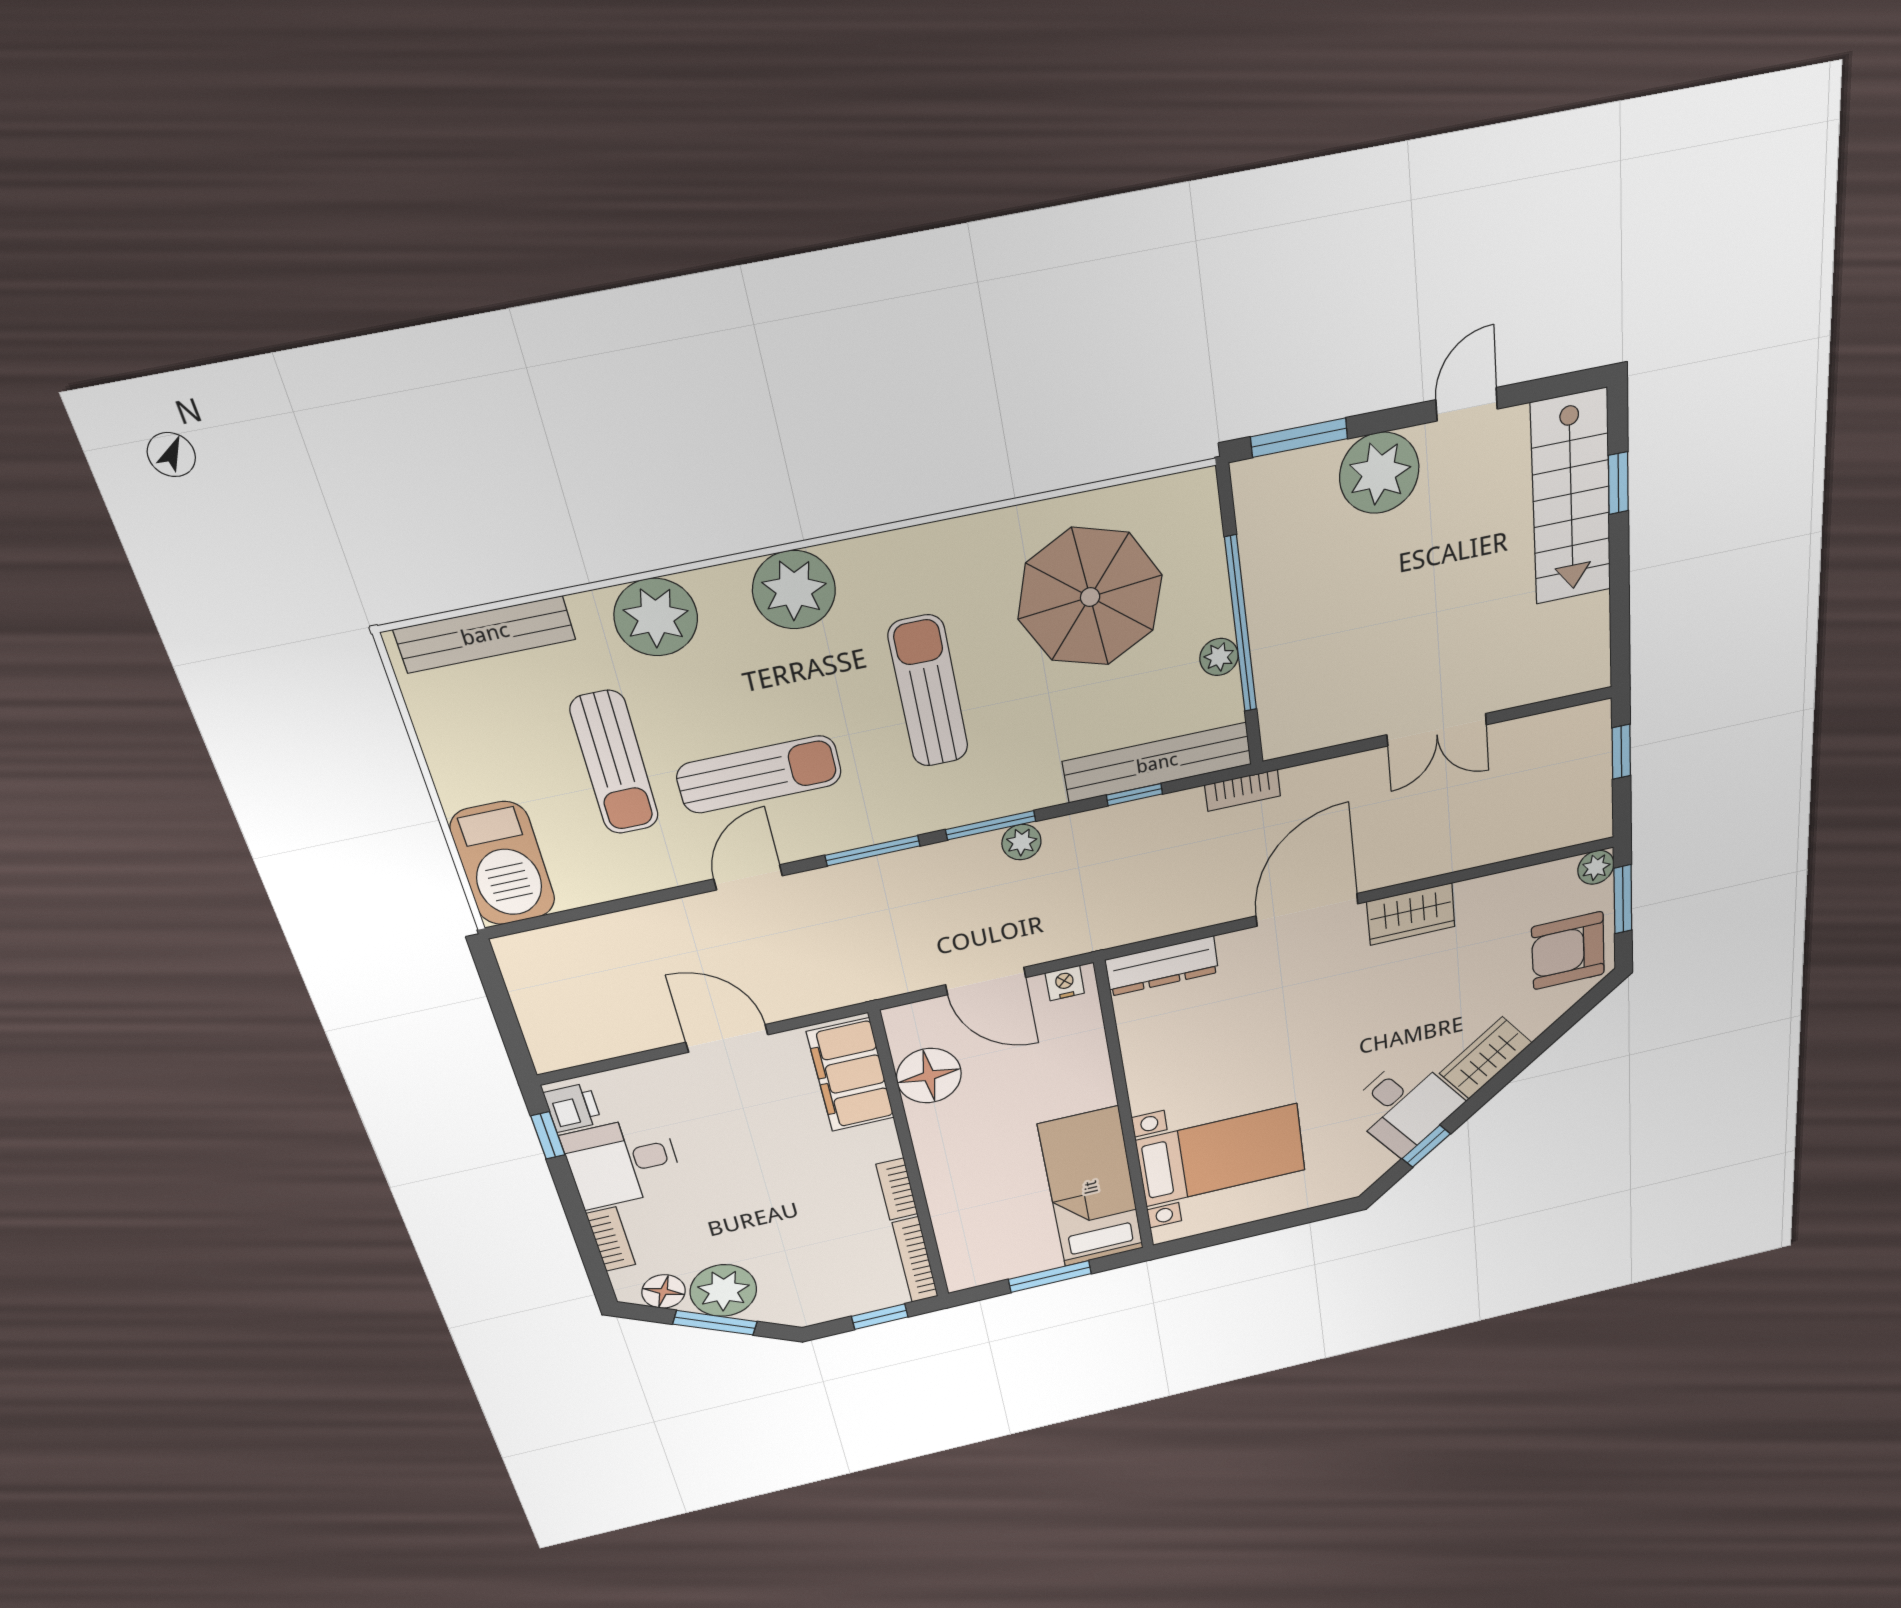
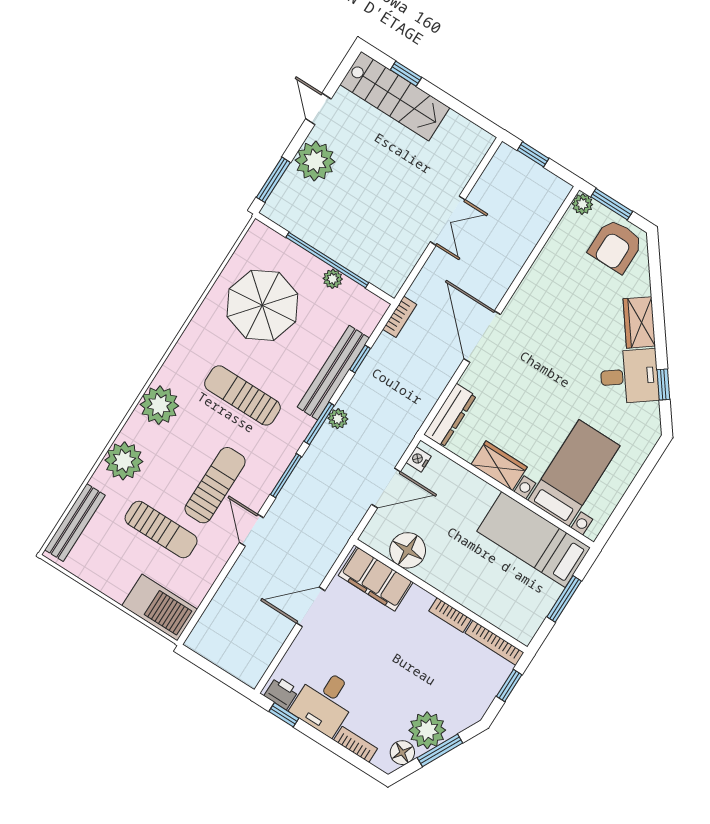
bench: (1157, 763) -> (333, 373), moved
wardrobe: (1411, 914) -> (499, 466), moved, turned -90

